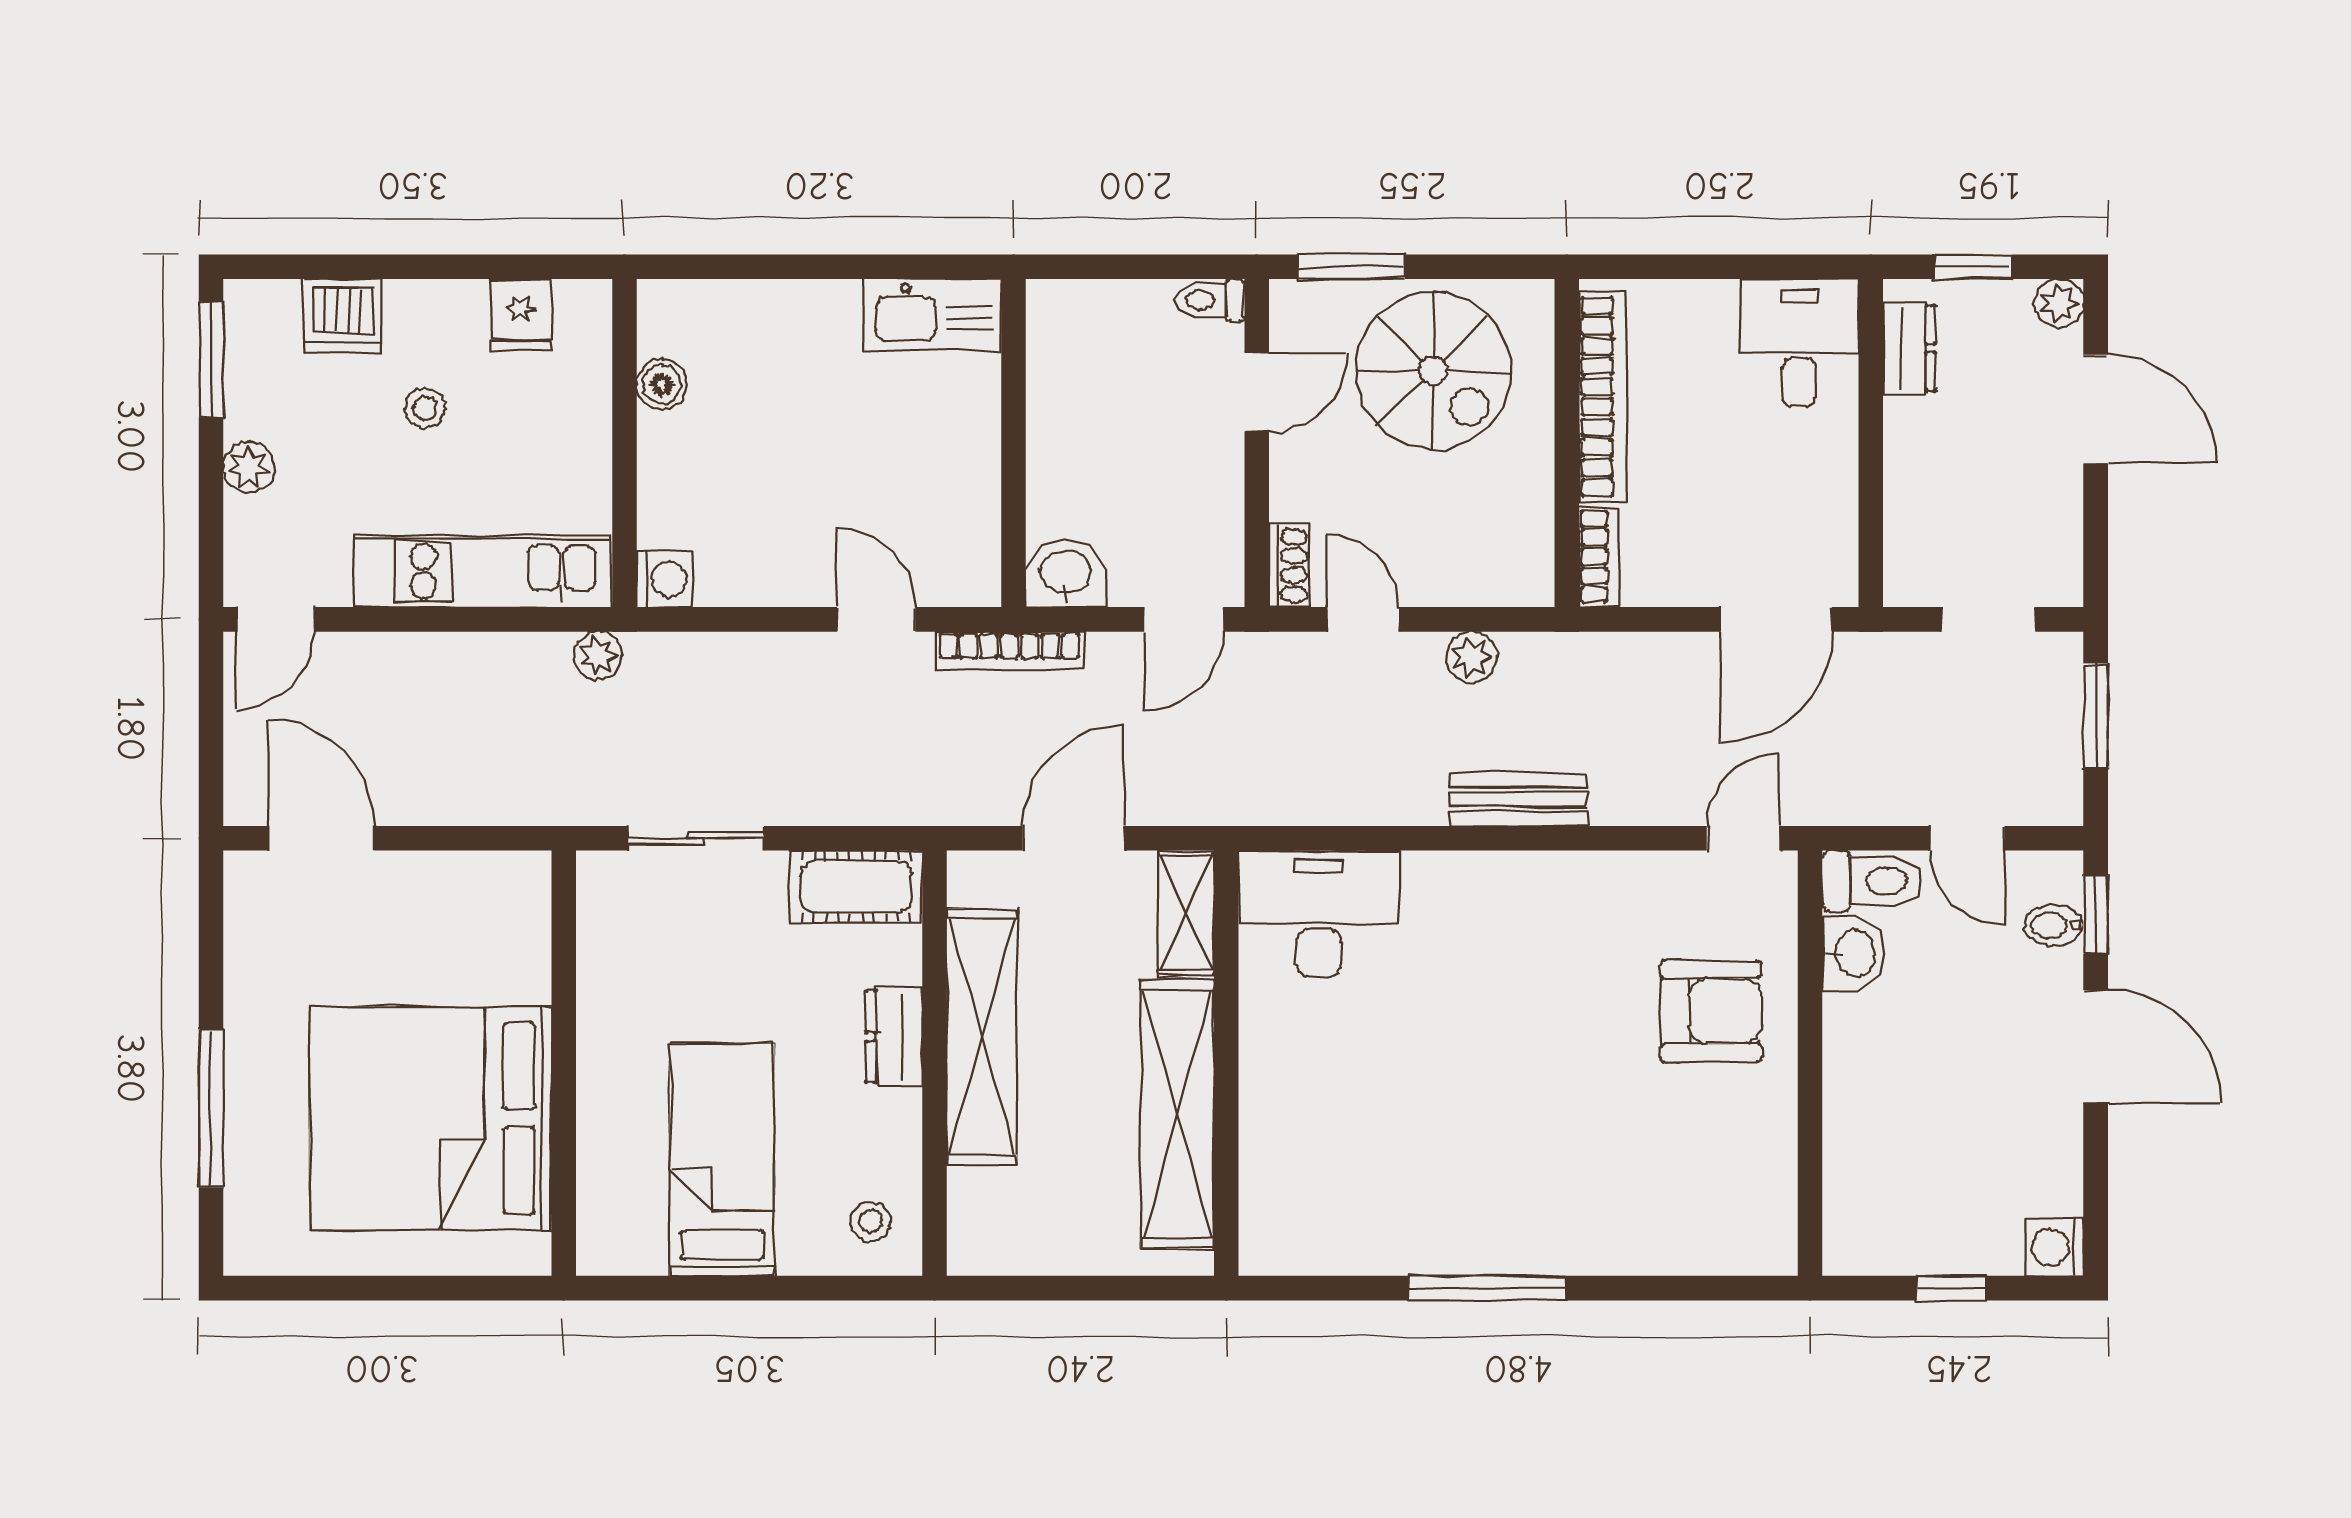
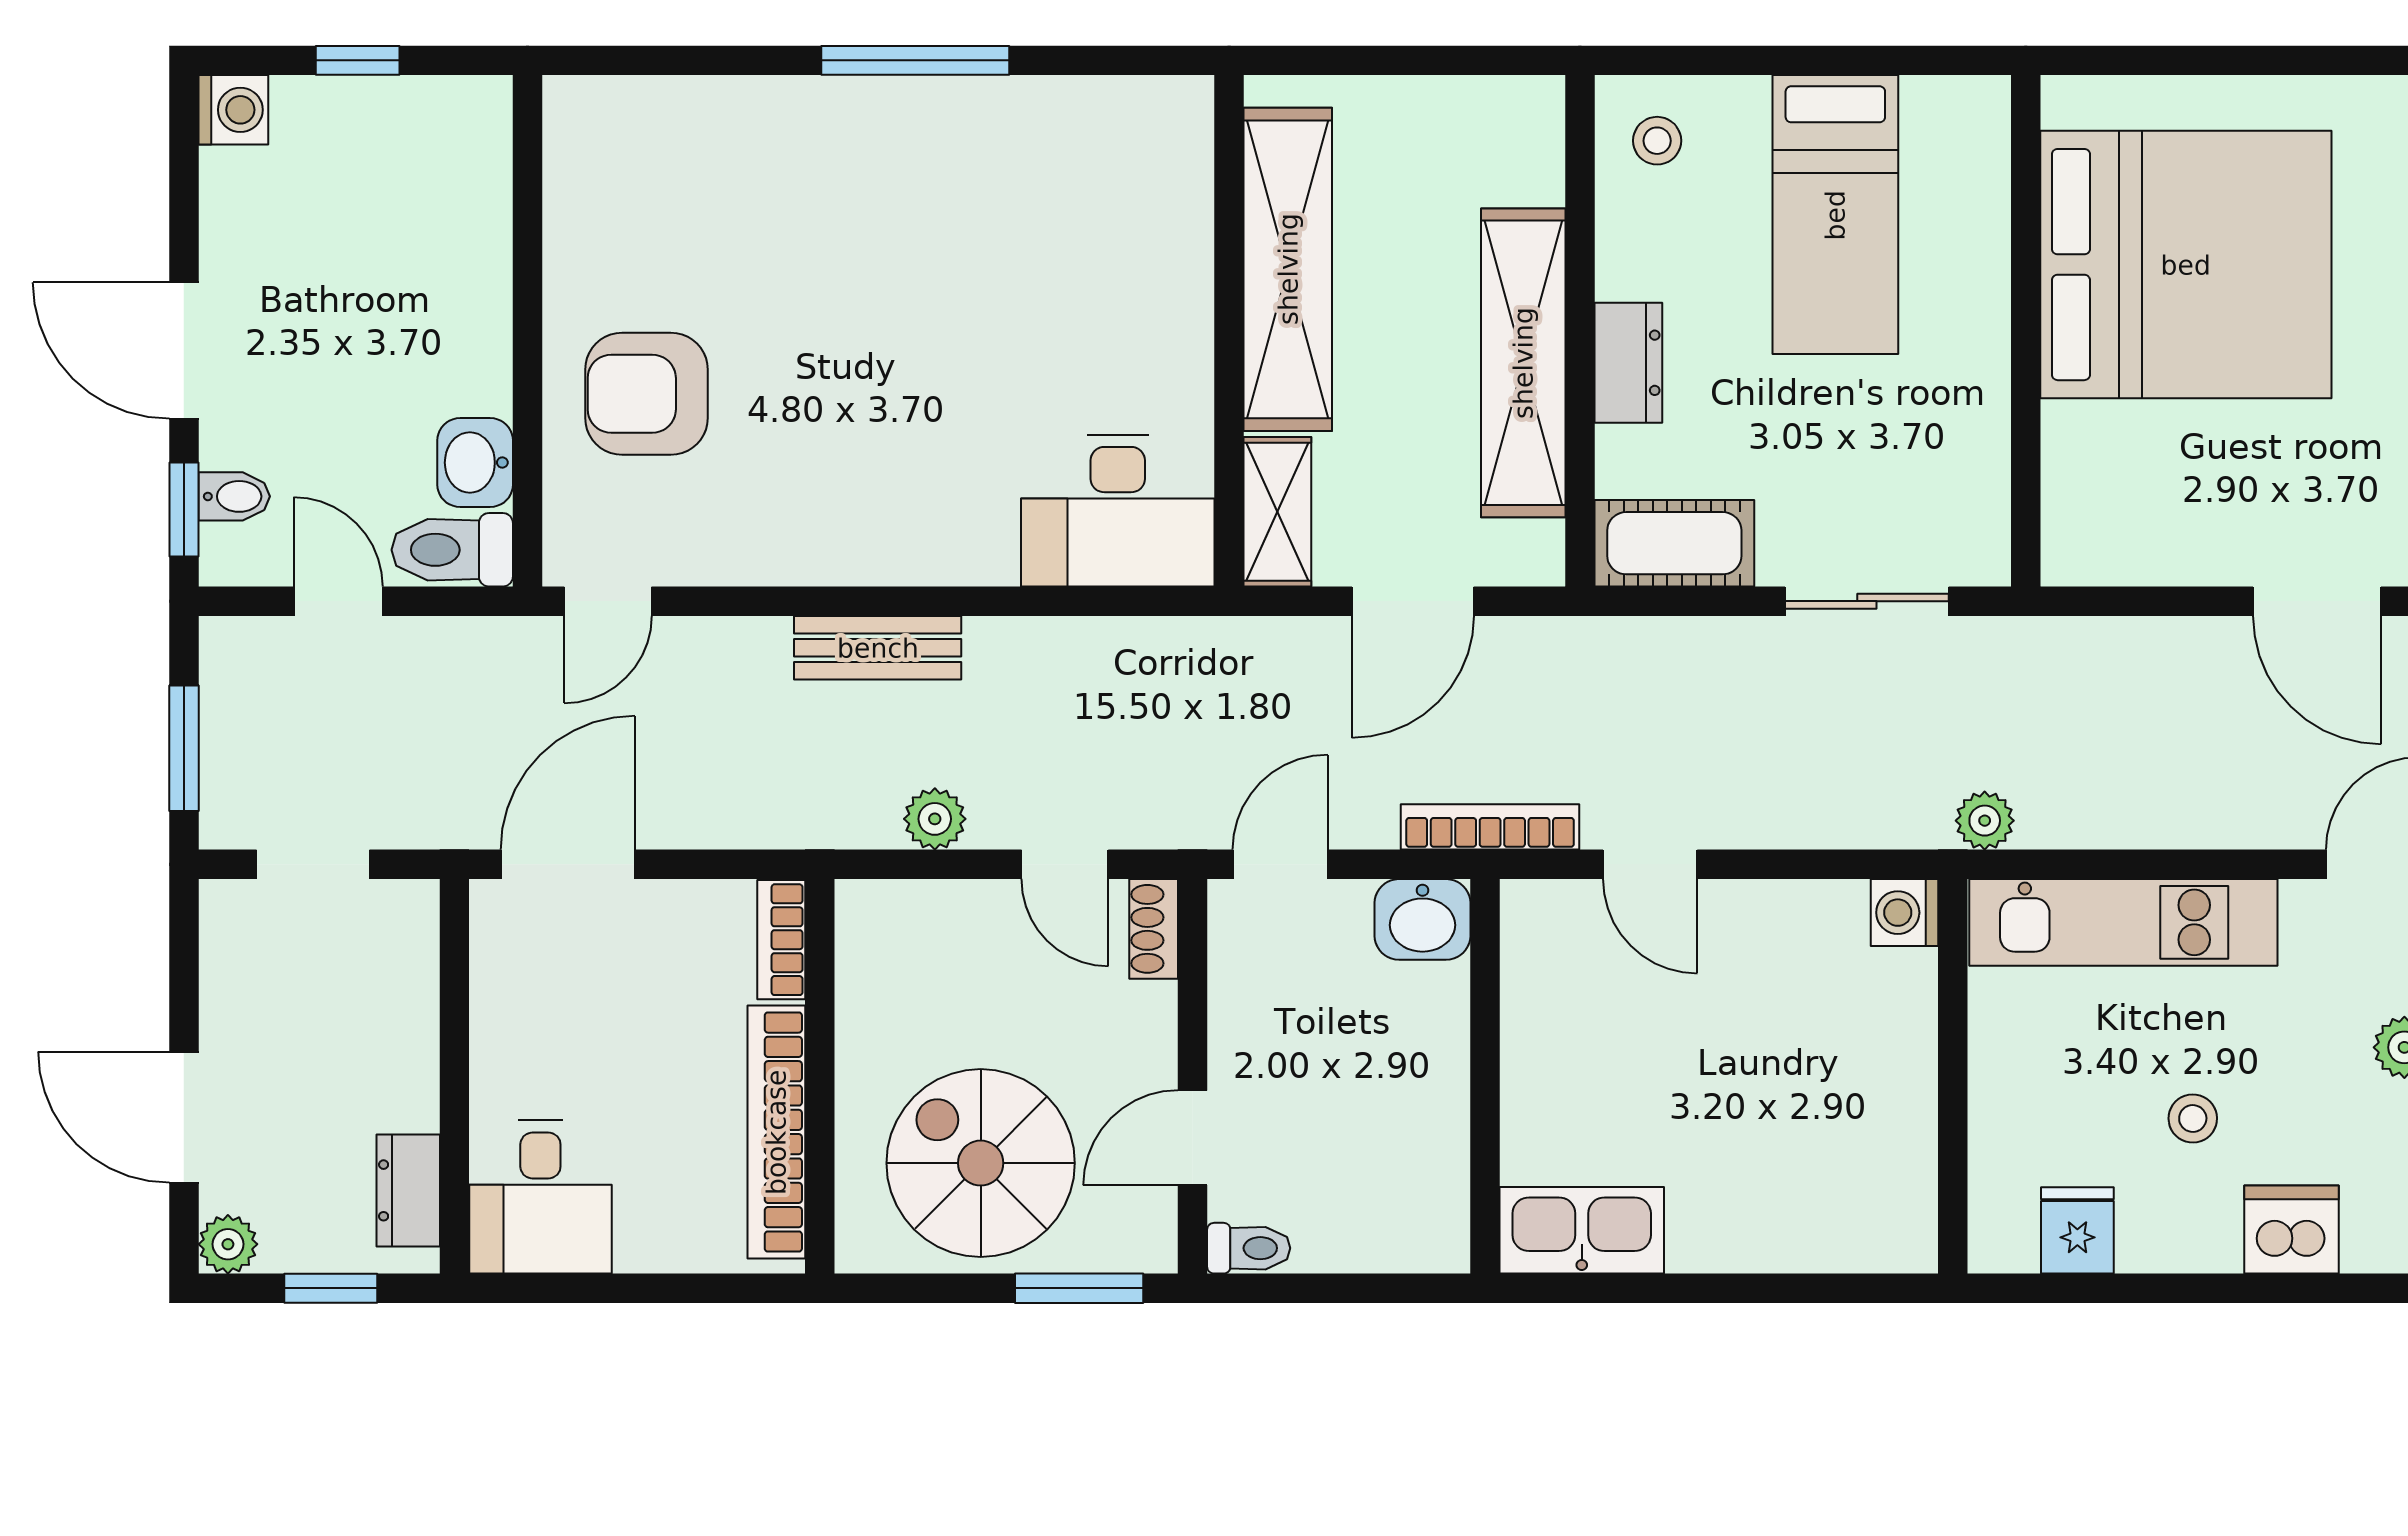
boiler: (662, 384) -> (1908, 1147), removed

